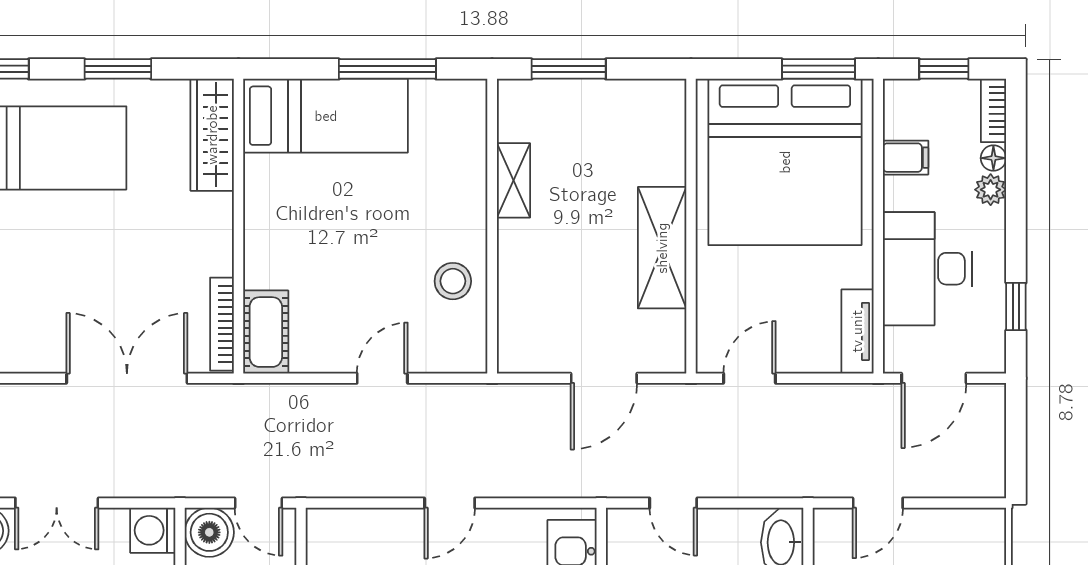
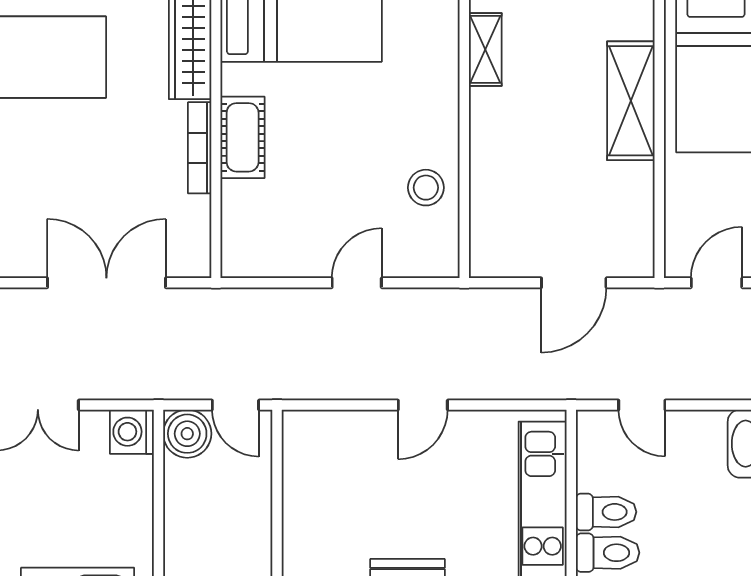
shelving: (513, 180) -> (485, 49), moved
shelving: (662, 248) -> (631, 101), moved
bookcase: (222, 324) -> (200, 148), moved
cot: (266, 332) -> (243, 137), moved

